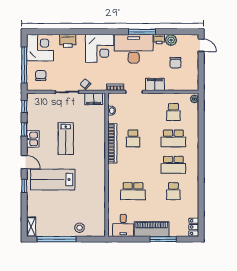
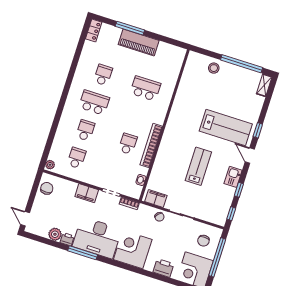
chair: (175, 63) -> (47, 188), moved
school desk: (173, 138) -> (85, 130), width x0.54
desk: (123, 225) -> (167, 56), removed

